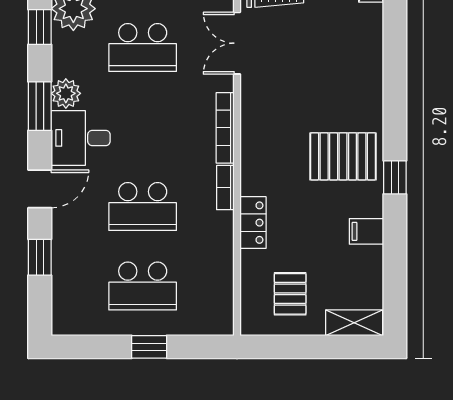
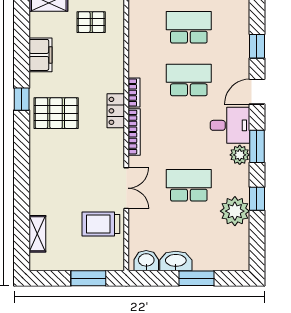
locker: (253, 223) -> (116, 111), moved
filing cabinet: (366, 231) -> (41, 55), width x2.00
pallet: (290, 294) -> (91, 22), turned 90

